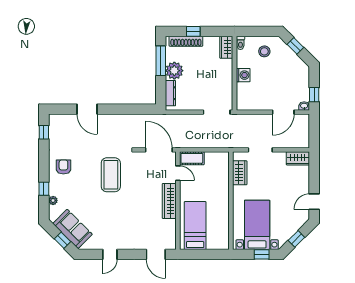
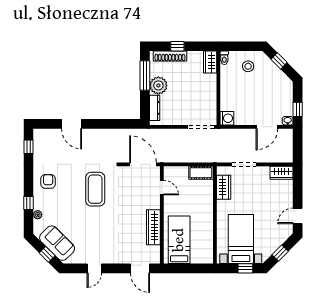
washing machine: (243, 75) -> (227, 118), moved
cot: (192, 158) -> (201, 173), moved
wardrobe: (169, 201) -> (153, 227), moved

